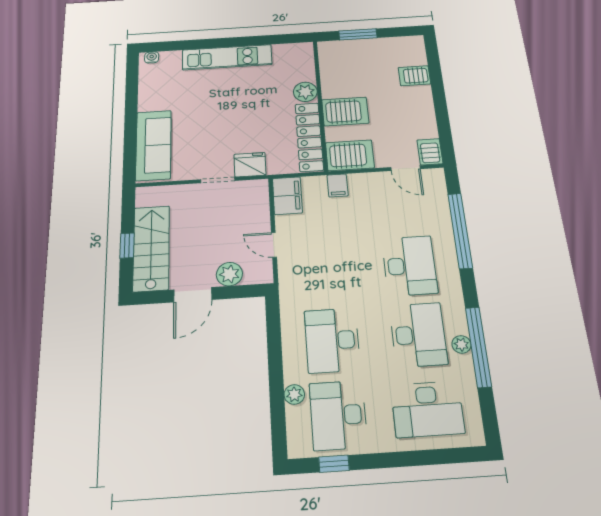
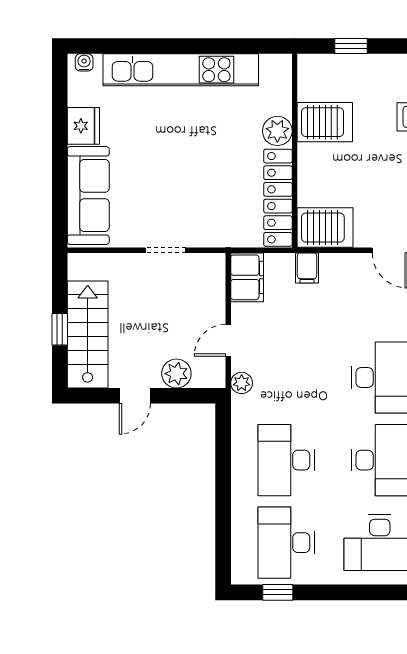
window: (358, 34) -> (351, 46), width x0.67
kitchen unit: (227, 57) -> (181, 70), width x1.36
server rack: (345, 111) -> (325, 122), moved
fridge: (250, 165) -> (83, 126), moved, turned 90
door: (274, 245) -> (228, 340), hinge flipped
door: (193, 295) -> (135, 396), width x0.73
plant: (294, 394) -> (242, 383), moved

